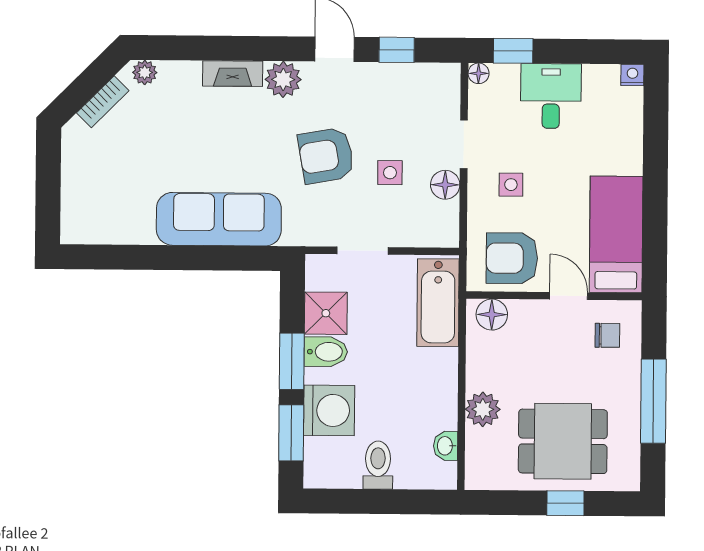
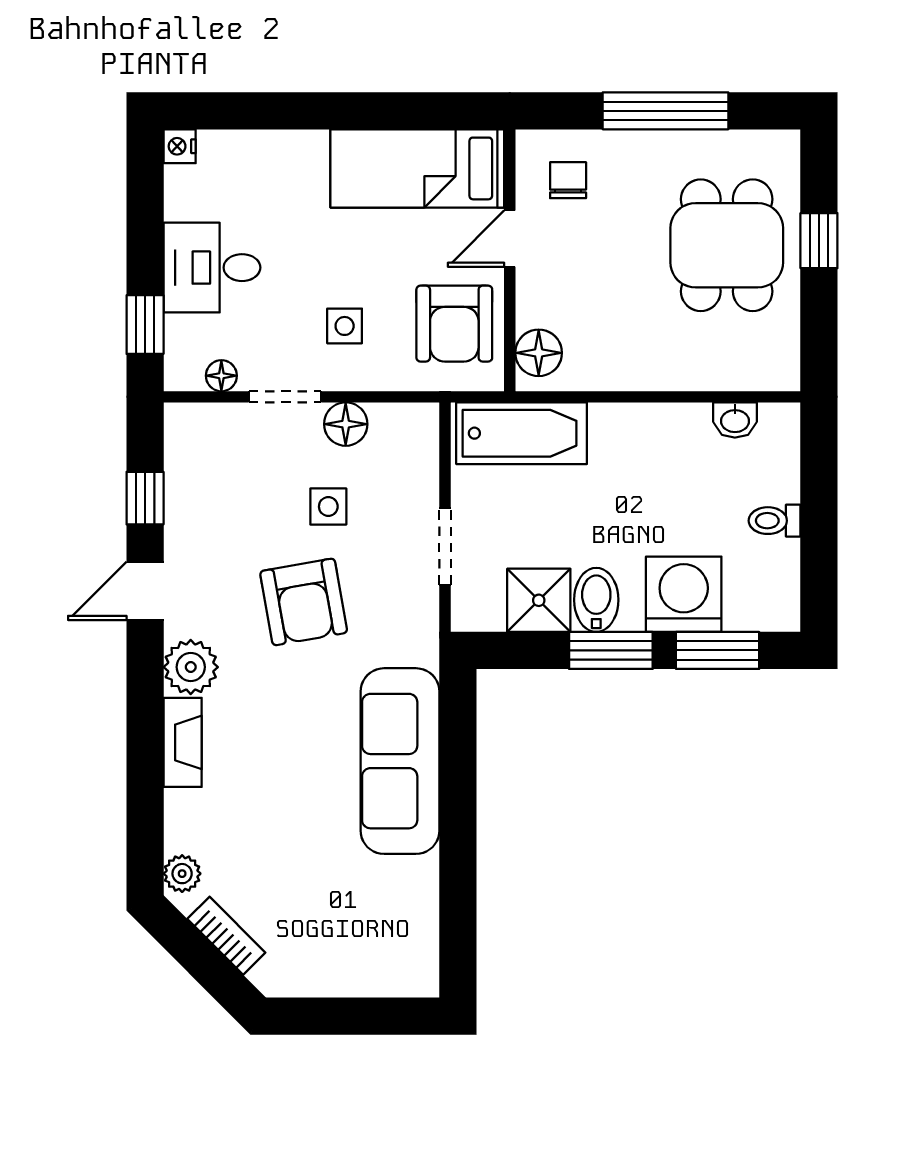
floor lamp: (479, 73) -> (221, 376), moved
plant: (483, 409) -> (680, 365), removed
toilet: (378, 465) -> (775, 521), width x0.73, depth x0.72

